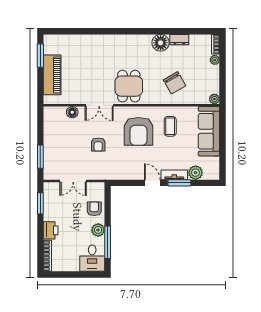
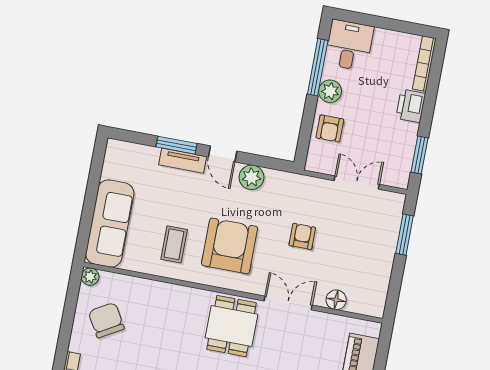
plant: (215, 60) -> (77, 343), removed
chair: (174, 83) -> (106, 320), moved
plant: (196, 173) -> (252, 177), moved

